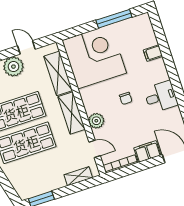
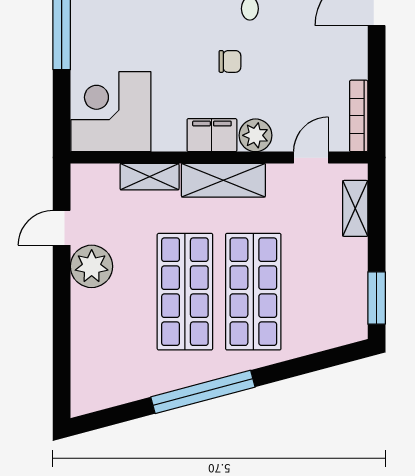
corner desk: (94, 57) -> (111, 112), width x0.74, depth x0.74
shelving: (58, 73) -> (150, 177), width x0.67, depth x0.75
filing cabinet: (147, 152) -> (212, 135), moved, turned 90

